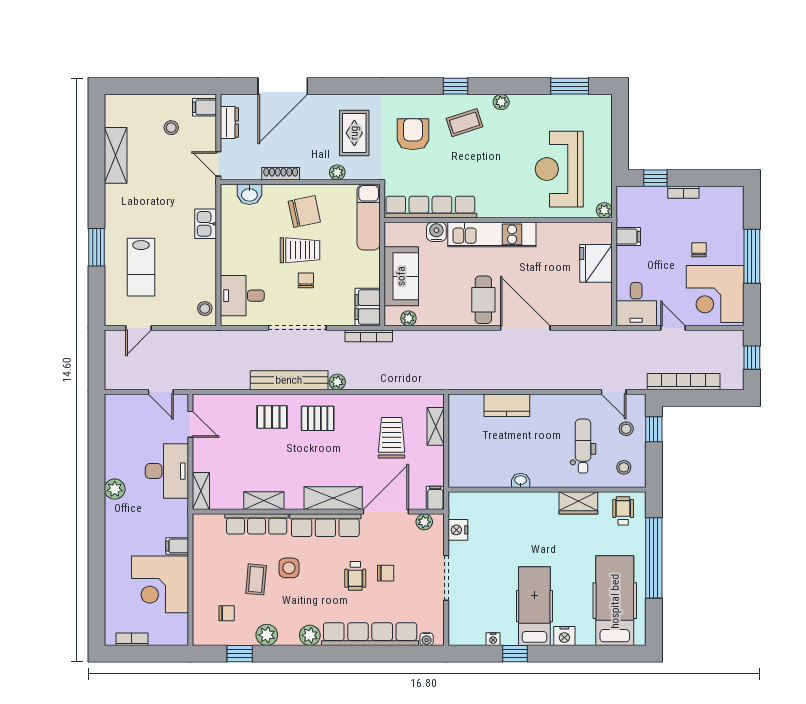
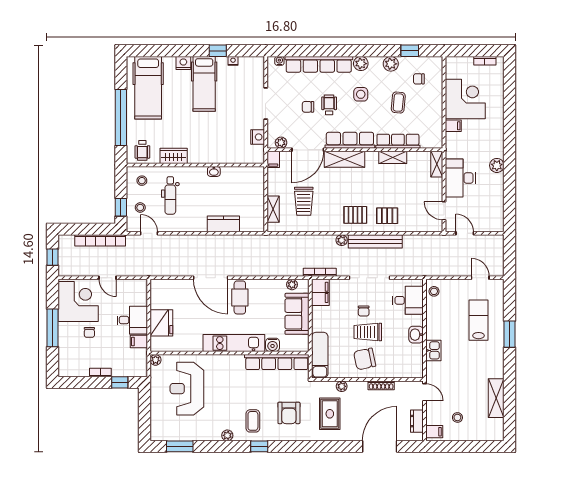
coffee table: (465, 123) -> (253, 421), turned -72
reception desk: (559, 169) -> (187, 389), turned 180
washbasin: (249, 194) -> (416, 335), moved, turned -90
desk: (636, 304) -> (132, 320), moved, turned 90
door: (139, 328) -> (480, 278), hinge flipped
side table: (289, 568) -> (361, 94), moved

